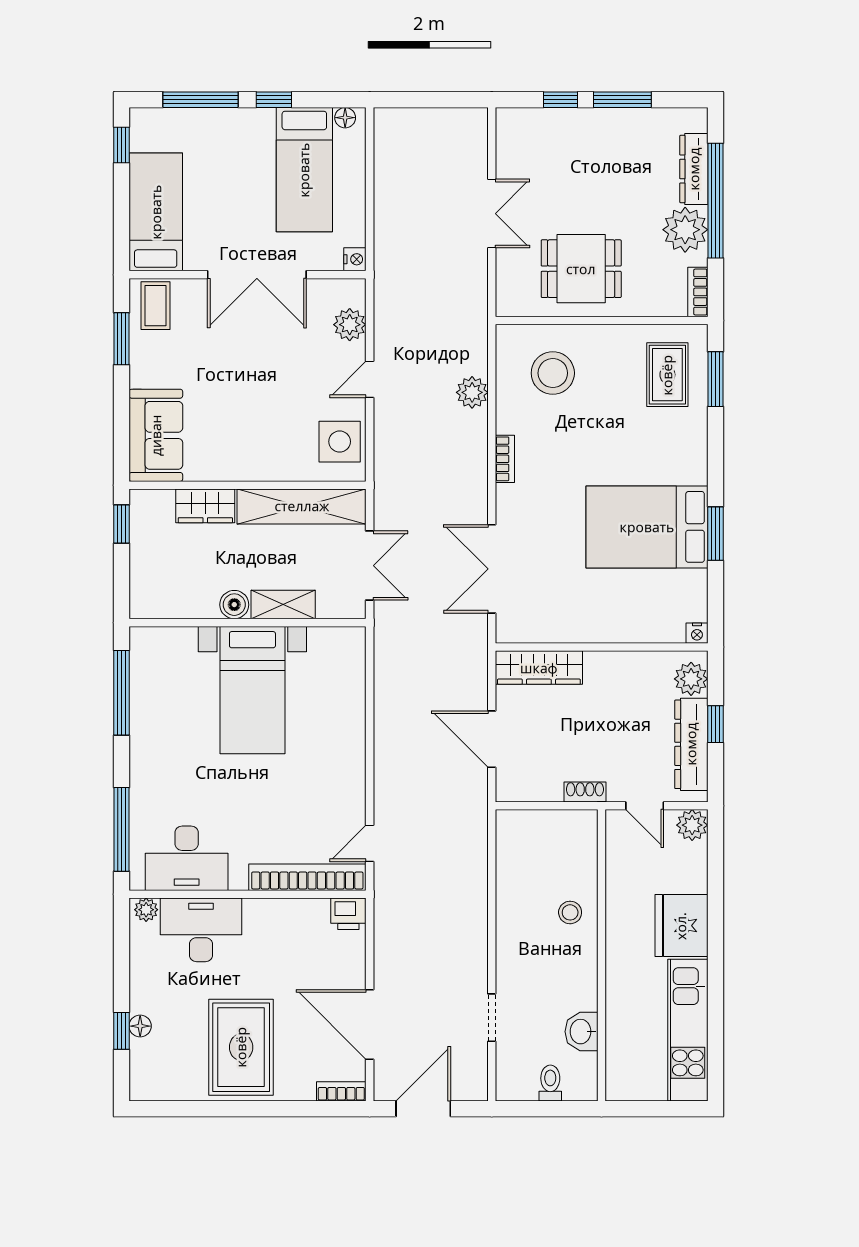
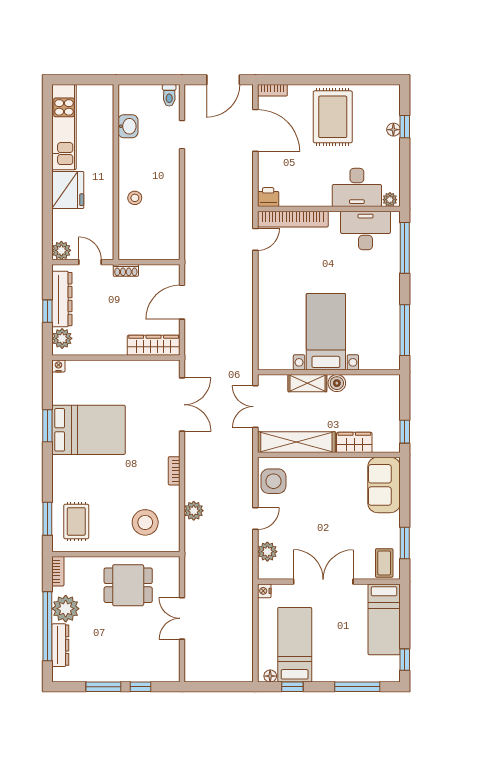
window: (274, 100) -> (292, 687), moved
door: (492, 739) -> (182, 302), swing flipped
toilet: (550, 1083) -> (169, 95), moved

